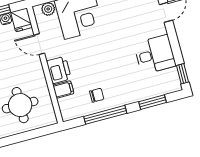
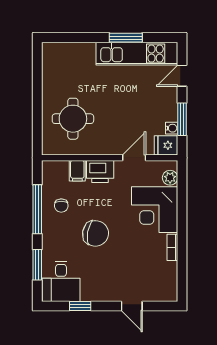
desk: (155, 55) -> (61, 281), moved
chair: (113, 60) -> (96, 233), added
window: (182, 74) -> (80, 306), moved

